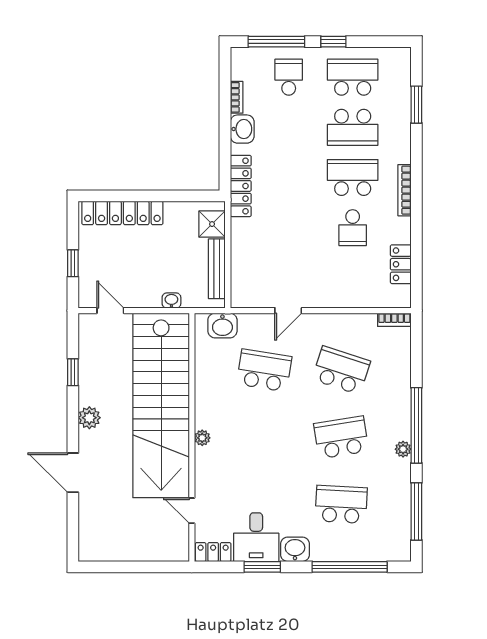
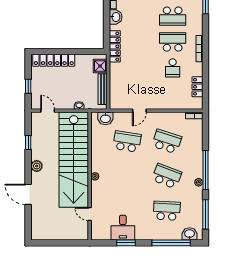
school desk: (341, 437) -> (167, 176), turned 30
washbasin: (295, 549) -> (190, 234), moved
locker: (213, 552) -> (101, 235), removed

